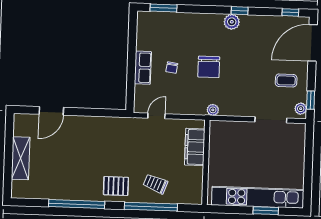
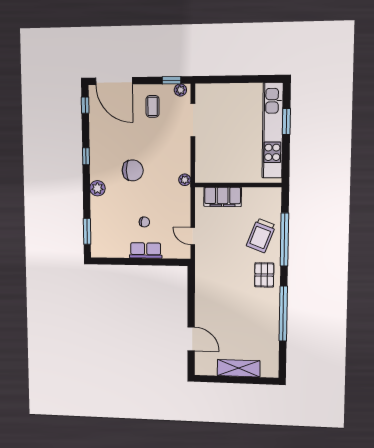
plant: (232, 22) -> (97, 188), moved
chair: (209, 67) -> (133, 170), moved
trolley: (155, 184) -> (261, 235), width x1.36, depth x1.39

